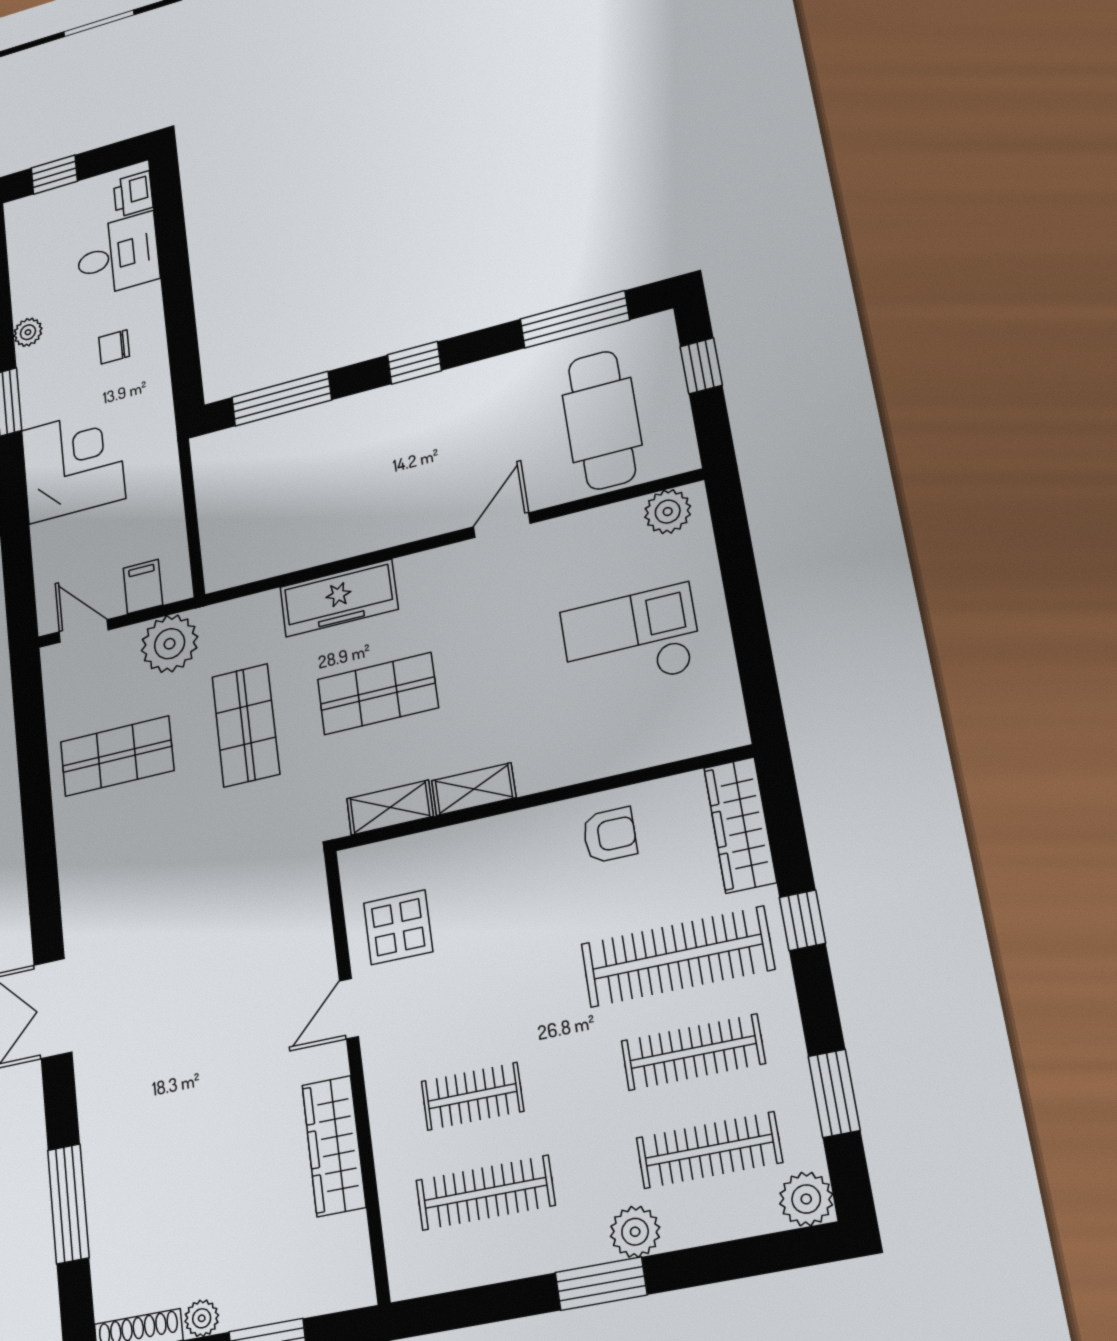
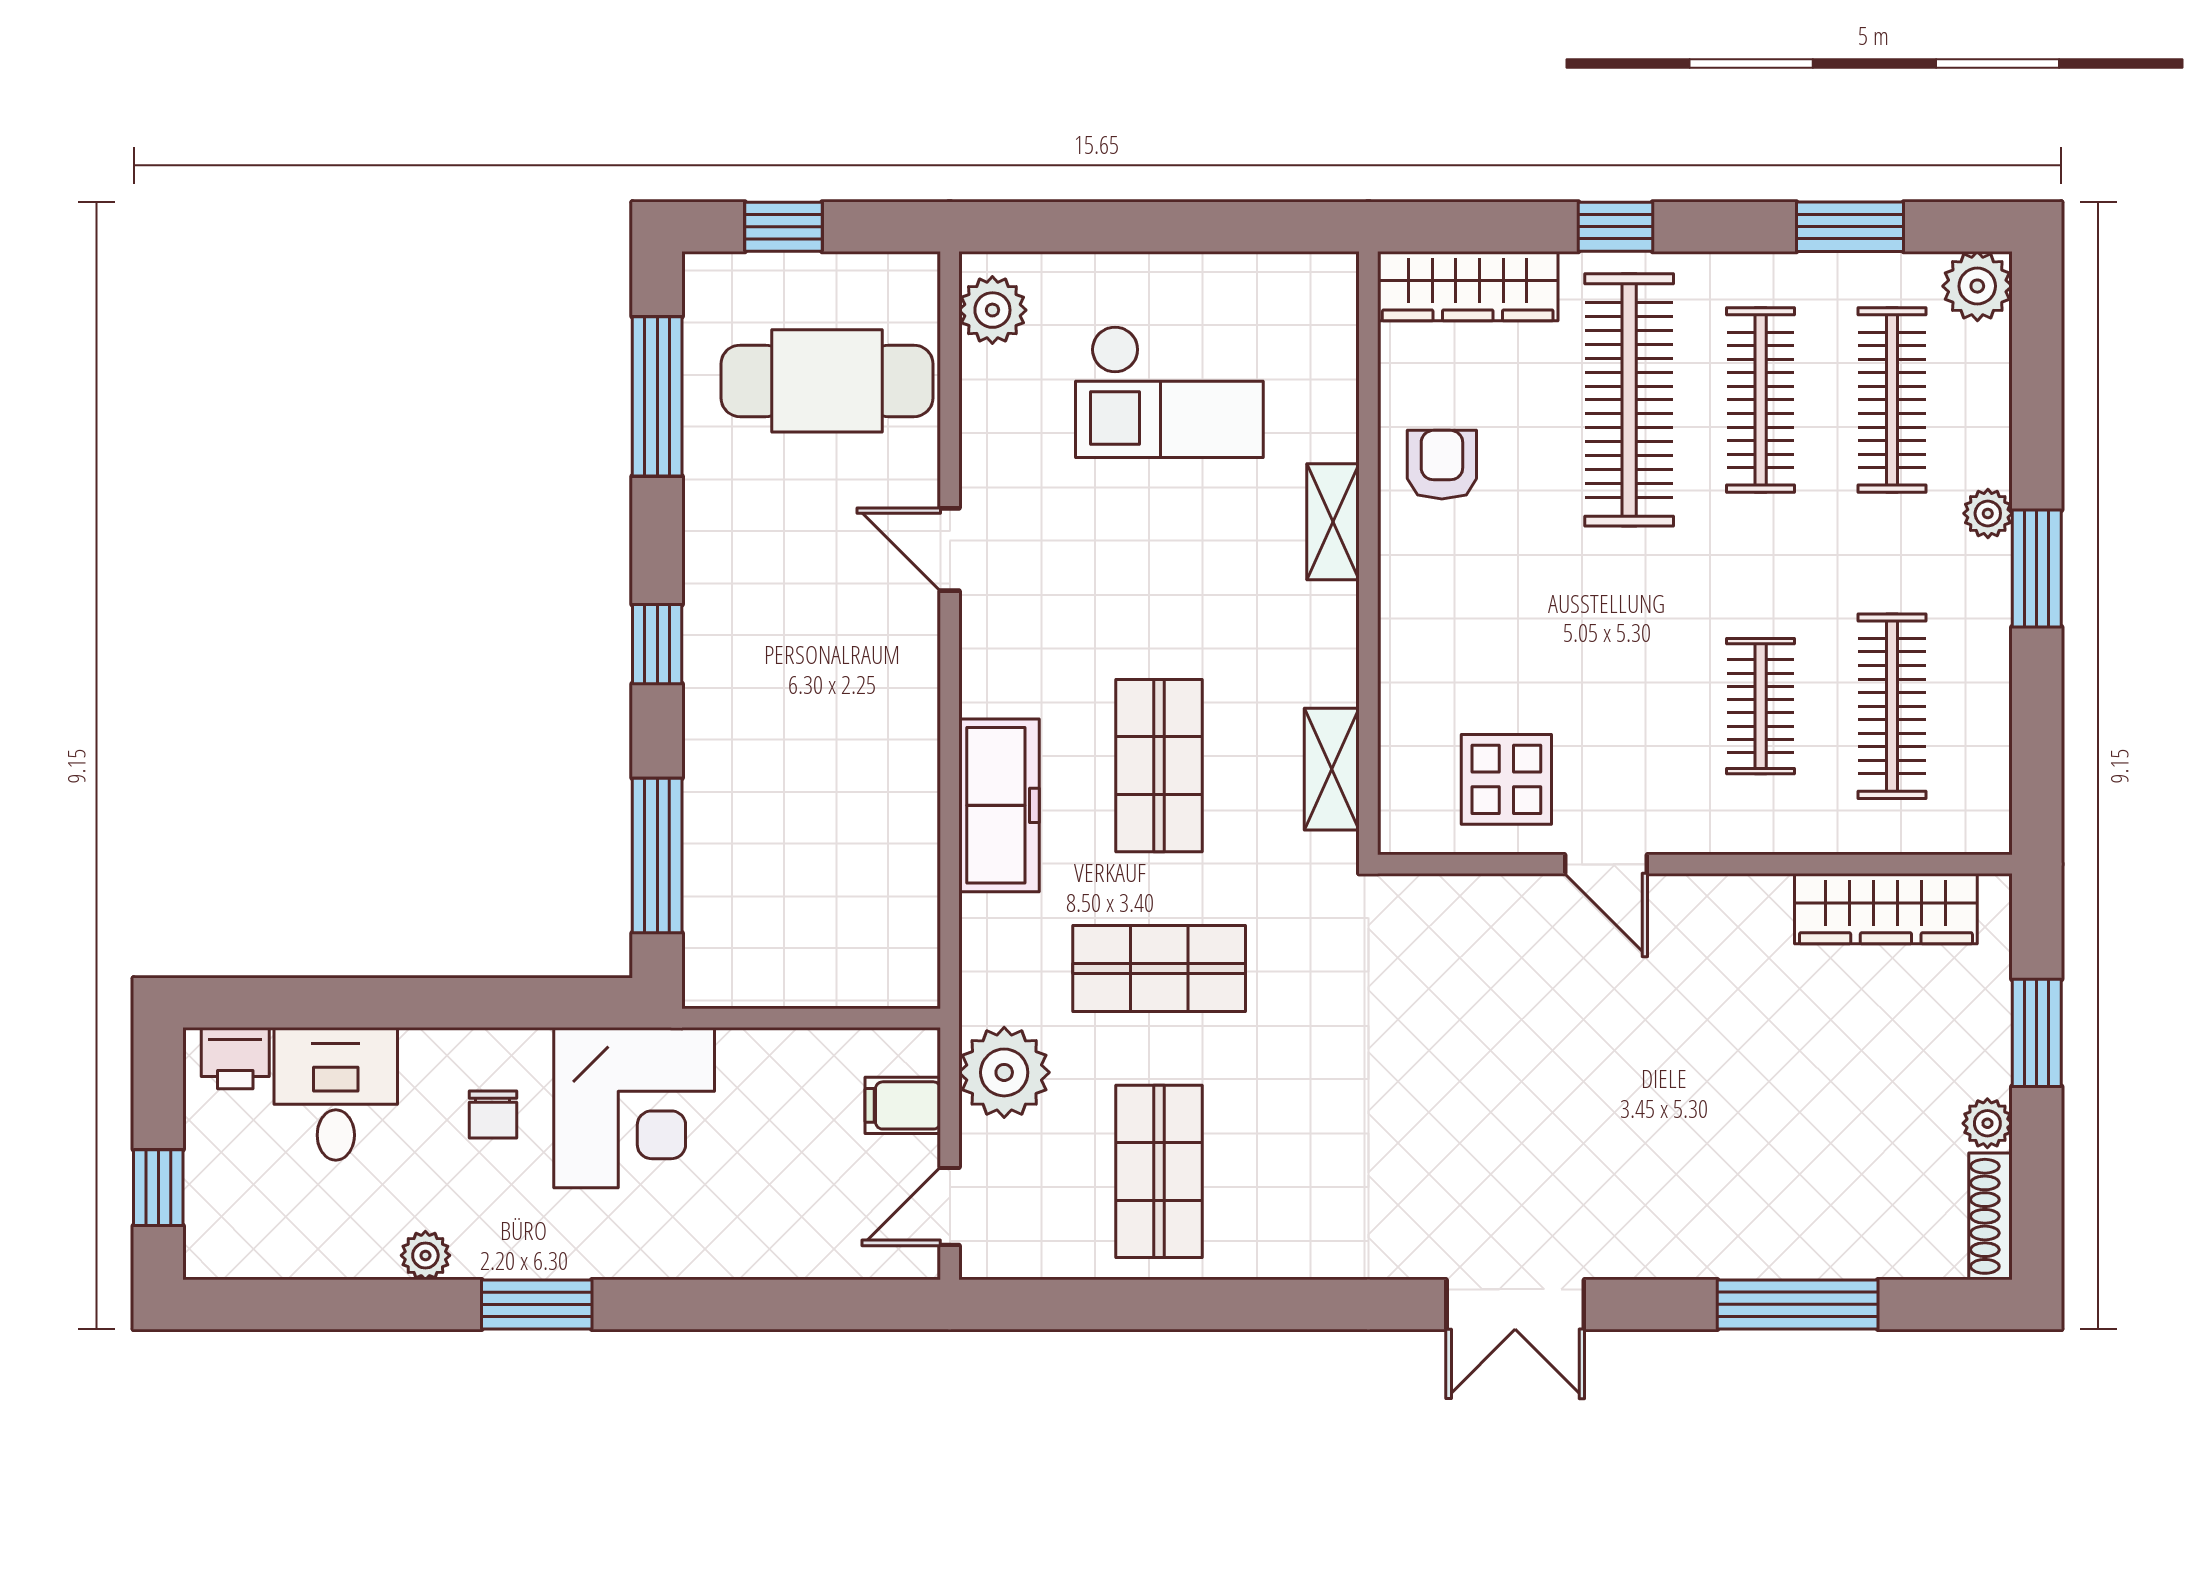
corner desk: (73, 464) -> (634, 1108), moved, turned 180
checkout: (631, 640) -> (1169, 392), turned -90
shelving: (474, 789) -> (1333, 522), moved
wardrobe: (334, 1146) -> (1886, 909), moved
plant: (635, 1232) -> (1988, 513), width x0.73, depth x0.73

